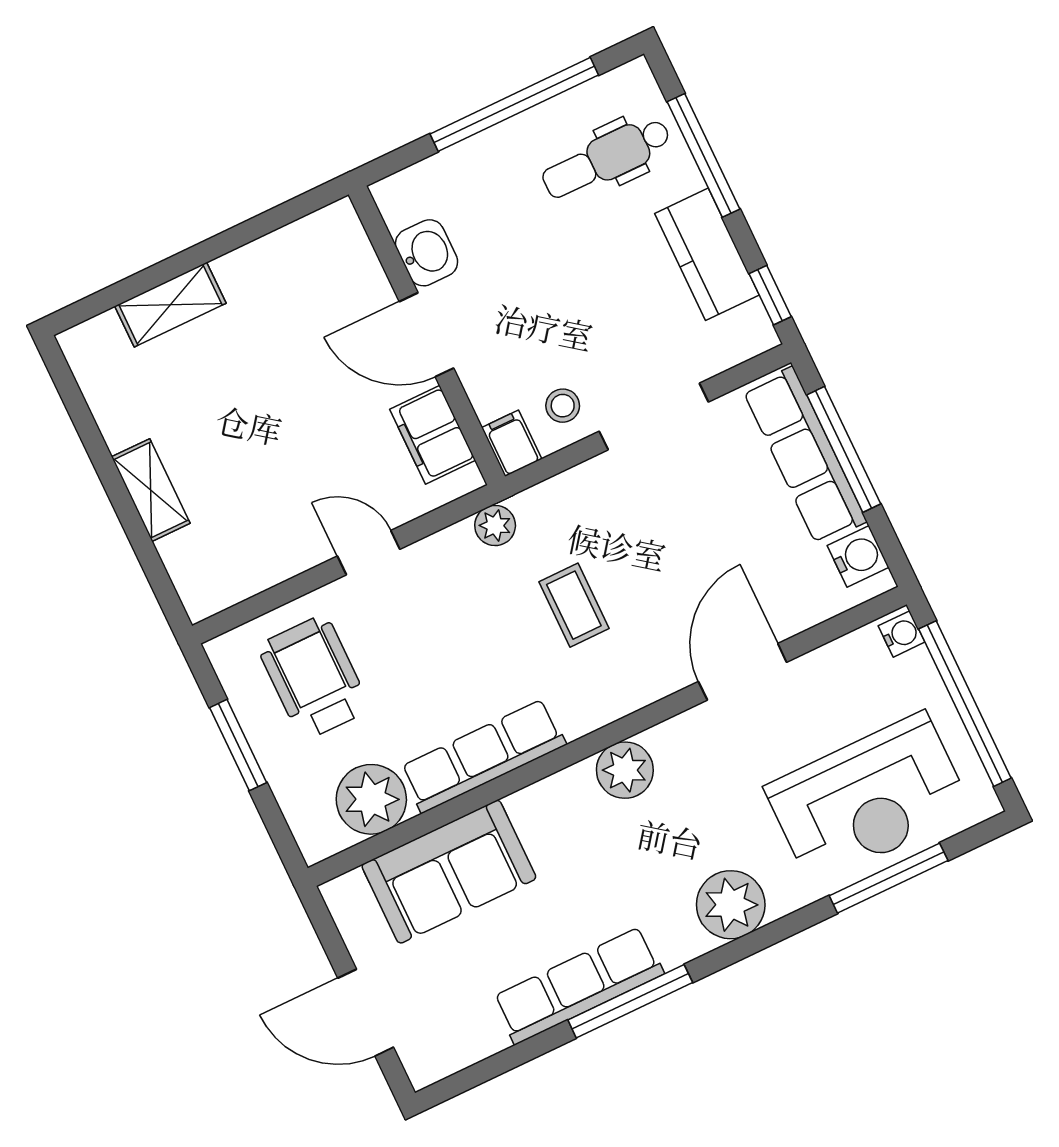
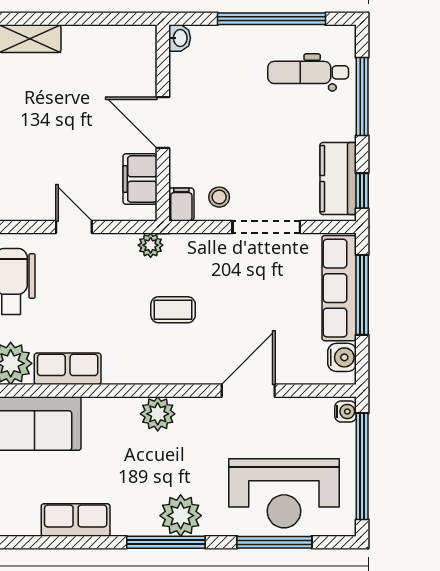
washbasin: (427, 253) -> (180, 38), moved, width x0.72, depth x0.69
kitchen counter: (707, 254) -> (338, 179), moved
coffee table: (574, 605) -> (173, 310), turned 90
row of seats: (483, 756) -> (68, 369), width x0.68
row of seats: (578, 985) -> (76, 520), width x0.68
window: (630, 1001) -> (166, 542), moved

